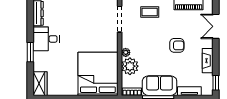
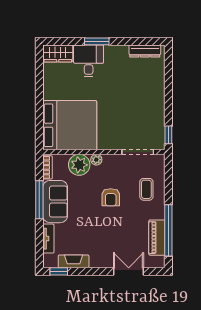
desk: (46, 39) -> (89, 61), moved
armchair: (177, 45) -> (111, 197), moved
fireplace: (208, 61) -> (74, 261), moved

